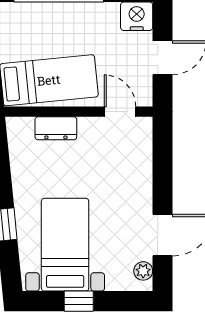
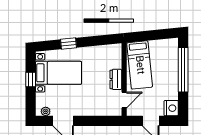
dresser: (56, 128) -> (116, 79), moved

